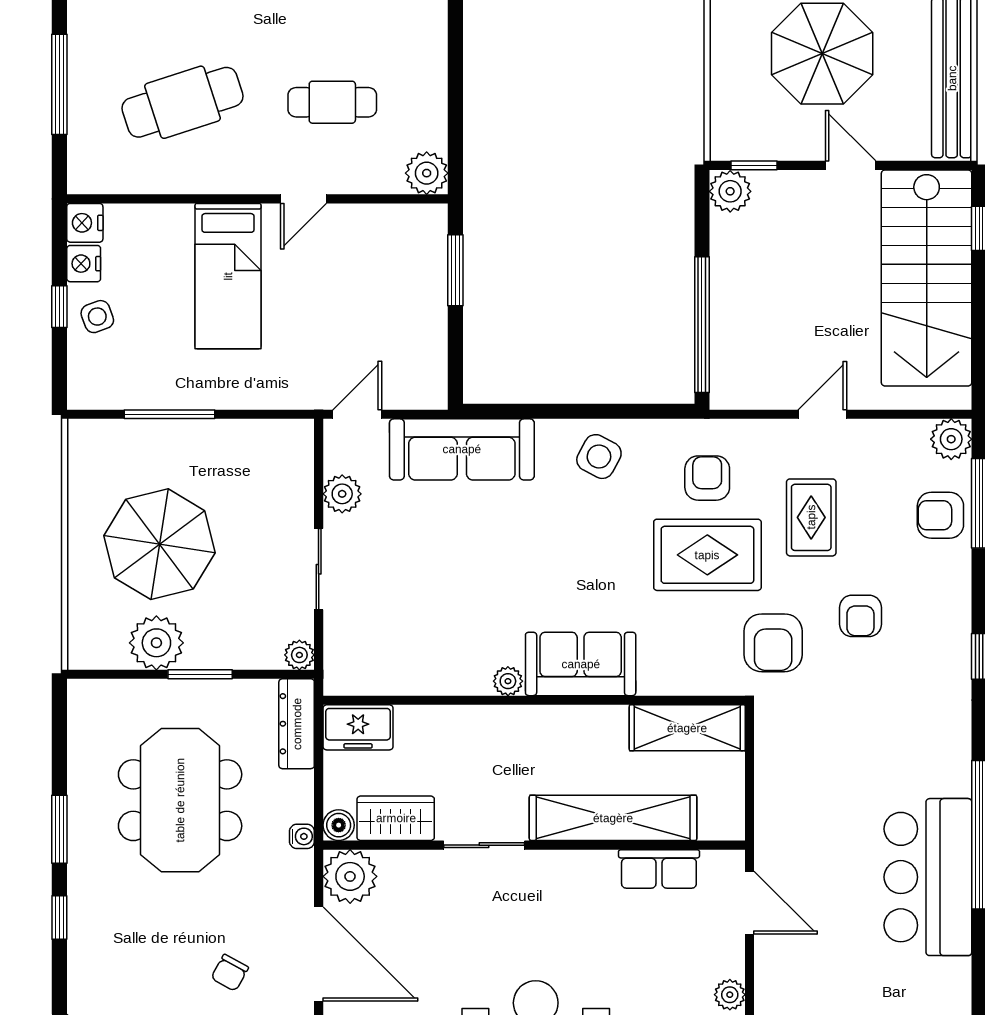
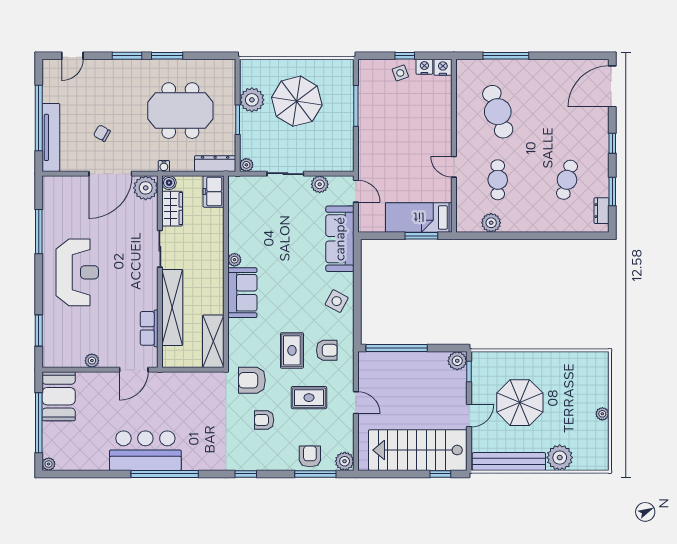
plant: (427, 173) -> (491, 223), moved
bed: (228, 276) -> (419, 217), moved
rug: (707, 555) -> (292, 350), width x0.73, depth x0.70
window: (59, 917) -> (127, 56), width x1.50

